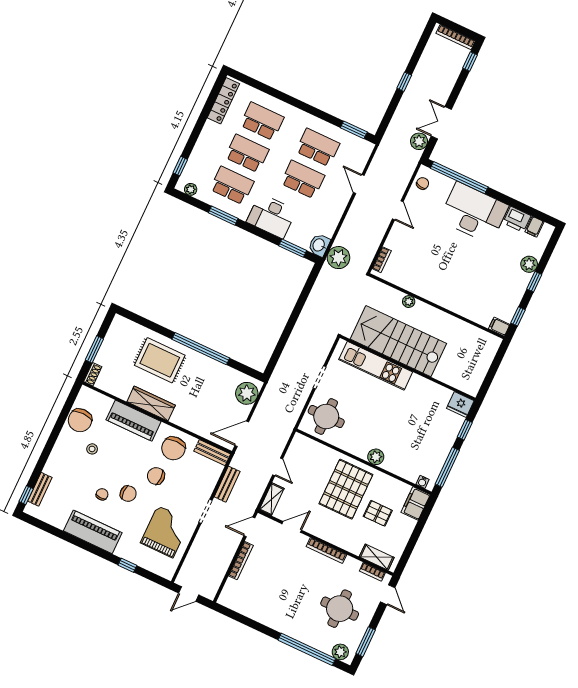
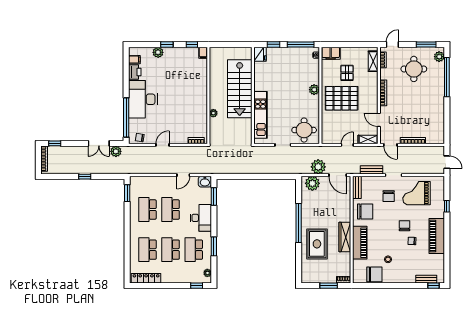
door: (359, 184) -> (183, 175), moved
plant: (338, 258) -> (318, 167), moved
stairs: (398, 341) -> (240, 89), moved
chair: (156, 476) -> (389, 196), moved

